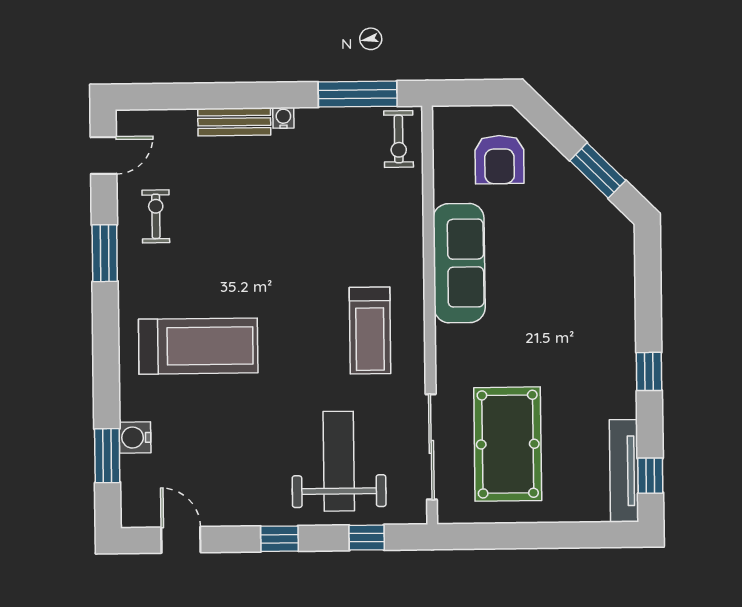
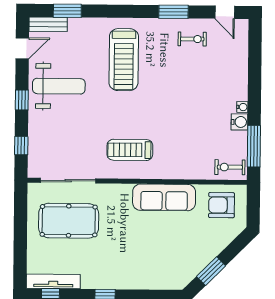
bench: (234, 122) -> (48, 24), moved, turned 90
armchair: (499, 159) -> (221, 205), moved
water cooler: (135, 437) -> (239, 122), moved, turned 90
weight bench: (339, 461) -> (59, 86), moved

